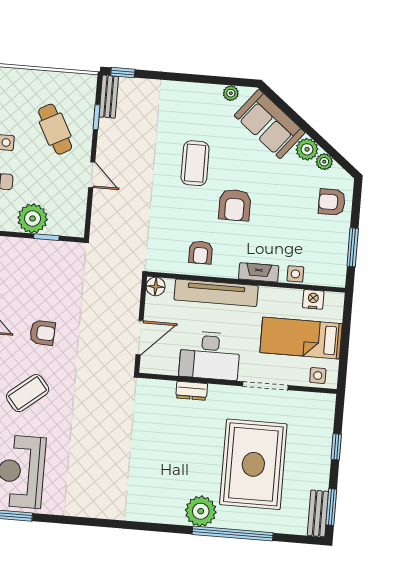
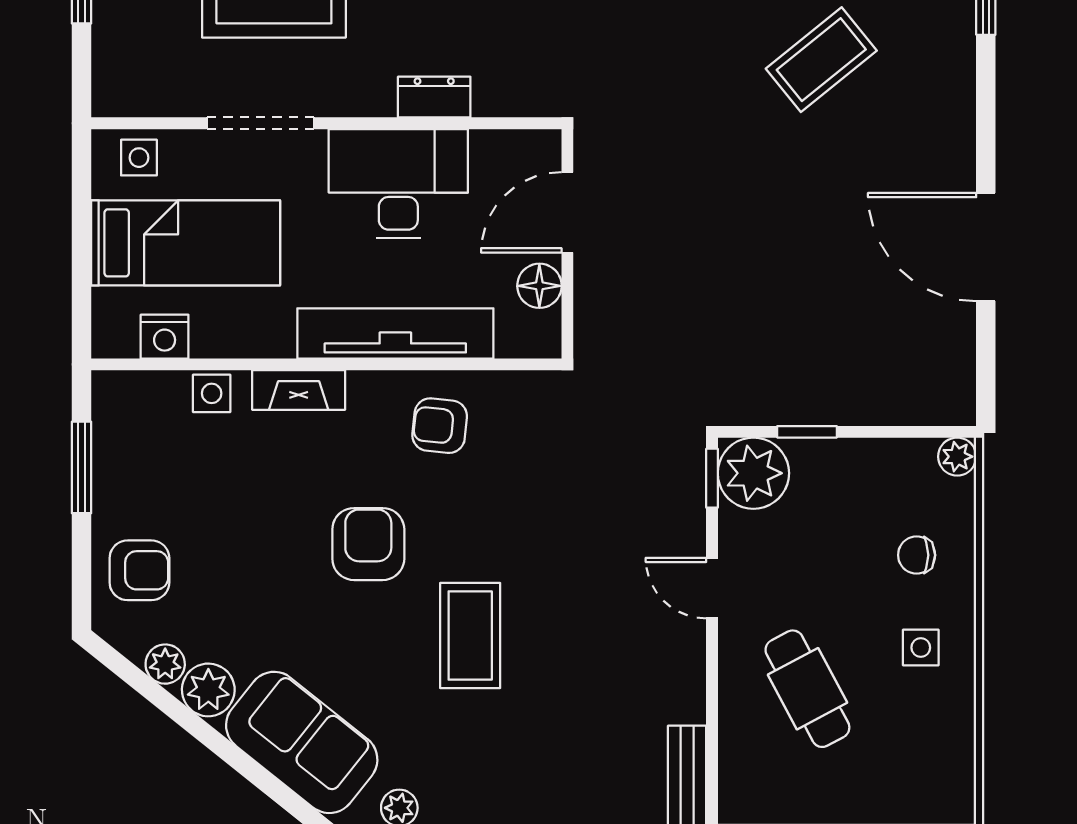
window: (96, 117) -> (712, 478), moved
plant: (33, 218) -> (753, 473), moved
armchair: (201, 252) -> (440, 426), turned -84
floor lamp: (156, 287) -> (539, 286), moved
armchair: (42, 333) -> (798, 205), removed

